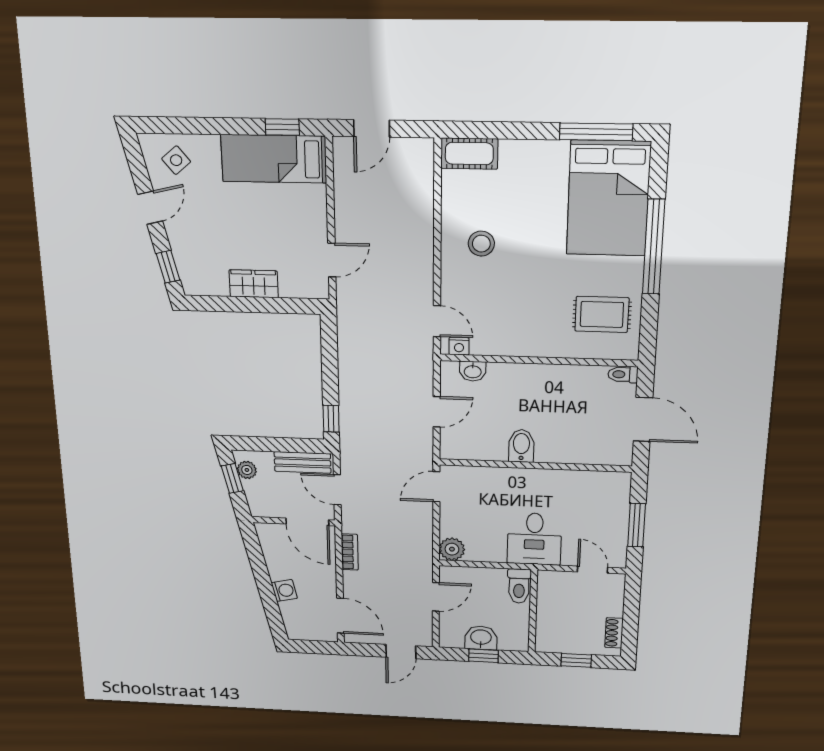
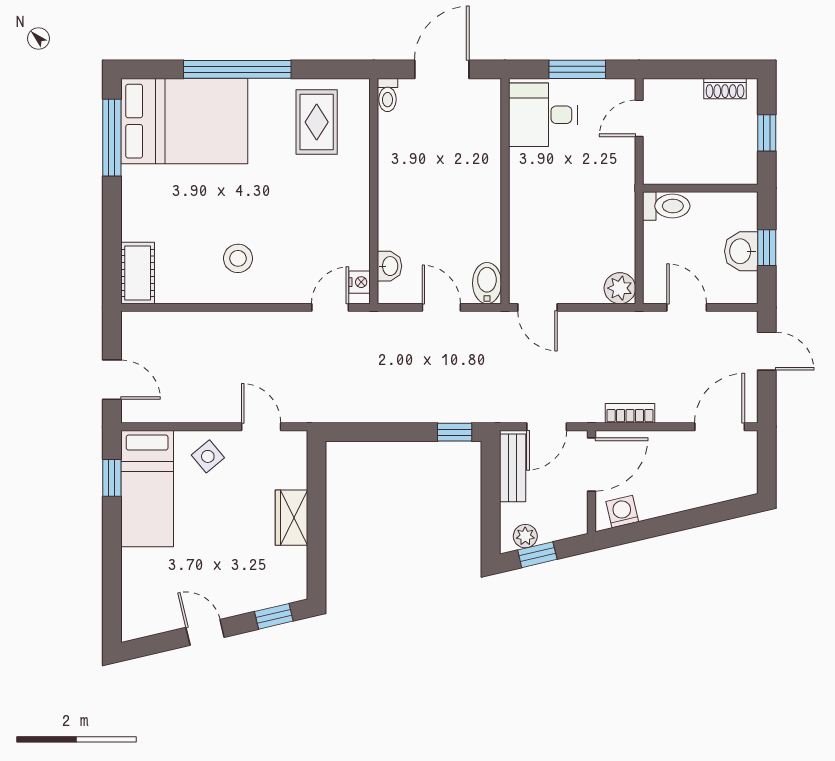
side table: (176, 160) -> (208, 456), moved
bidet: (521, 446) -> (487, 283), moved, turned 90
desk: (534, 539) -> (543, 115), moved, turned 180
washing machine: (284, 590) -> (622, 512), moved

